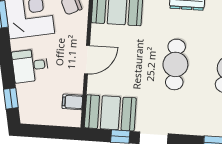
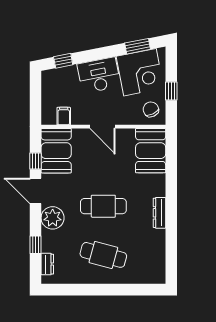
desk: (30, 66) -> (99, 75), width x1.37
plant: (185, 122) -> (53, 218), added

